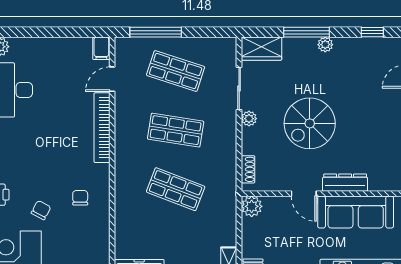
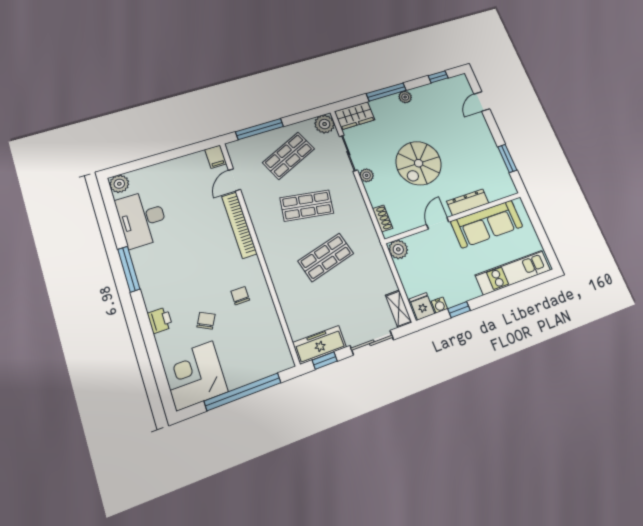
plant: (226, 48) -> (325, 124), added
shop shelf: (176, 71) -> (289, 156), turned -42
shop shelf: (176, 189) -> (326, 257), turned -36
door: (304, 194) -> (438, 223), swing flipped

